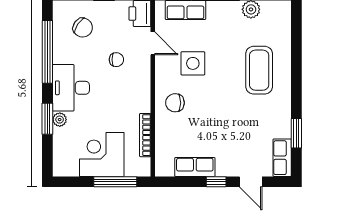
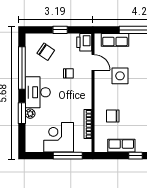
chair: (175, 103) -> (113, 116), moved

